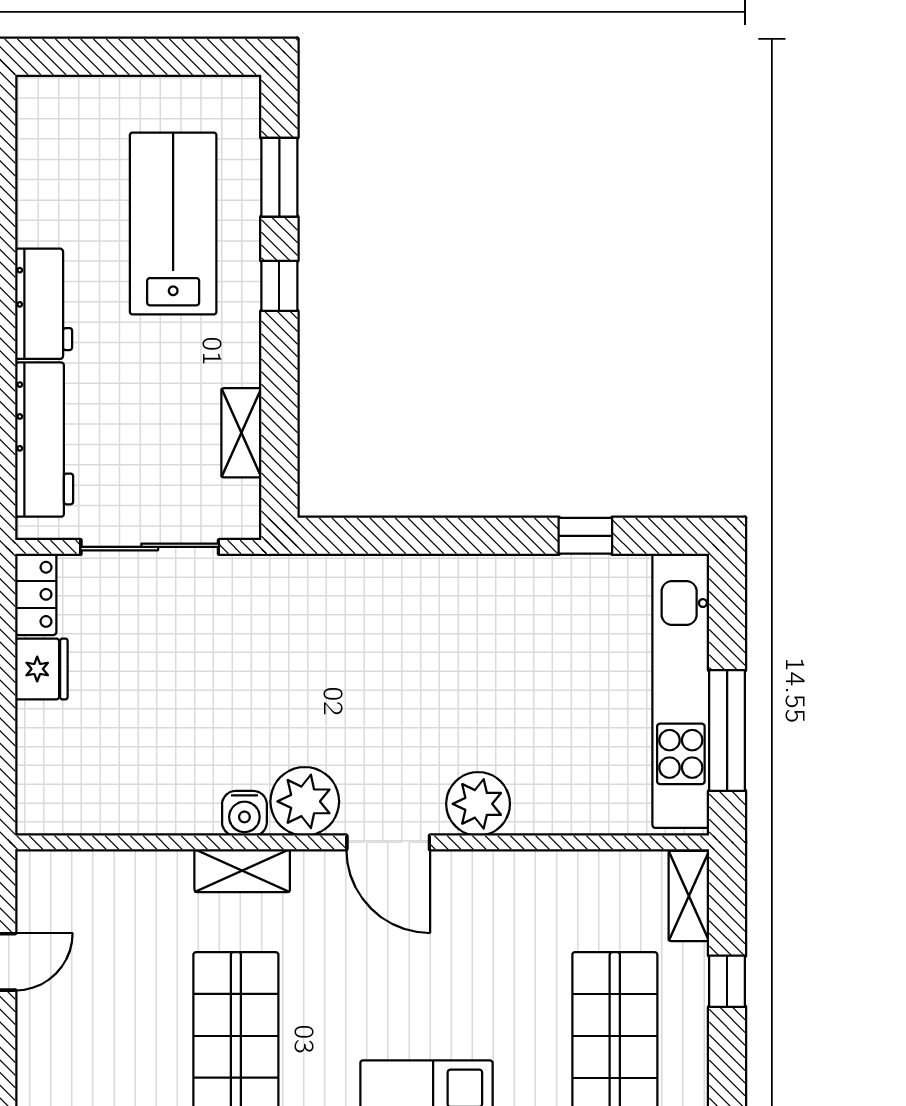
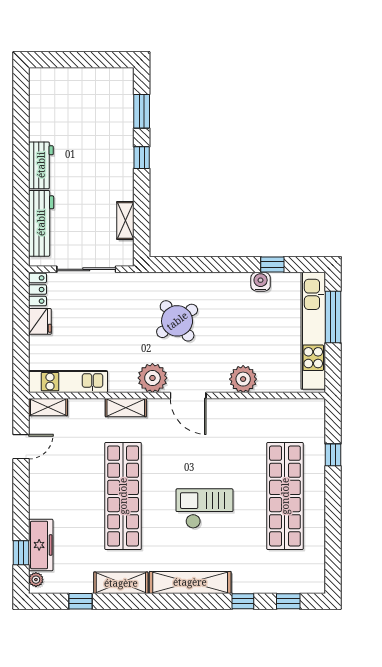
lab bench: (173, 223) -> (96, 131), removed
round table: (362, 668) -> (177, 321), added
window: (727, 731) -> (333, 317), moved
plant: (478, 804) -> (243, 379), moved
kitchen unit: (107, 810) -> (68, 382), added
water cooler: (244, 813) -> (261, 282), moved, turned 180
shelving: (689, 896) -> (48, 407), moved, turned 90

